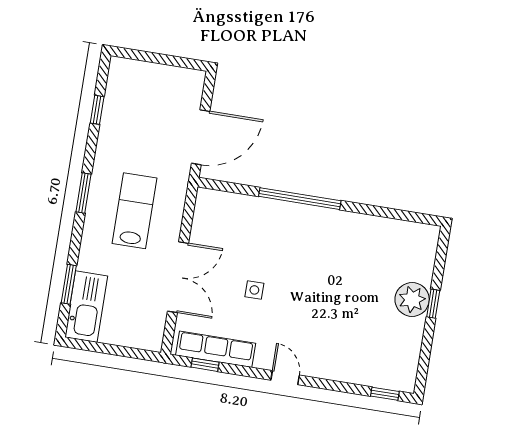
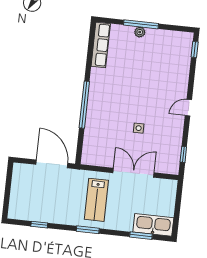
lab bench: (135, 211) -> (96, 200), turned -90
plant: (412, 299) -> (140, 32), width x0.53, depth x0.53
window: (433, 304) -> (141, 24), width x2.17
row of seats: (216, 349) -> (101, 45), moved, turned 180

